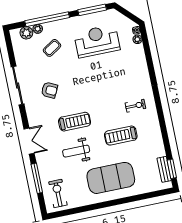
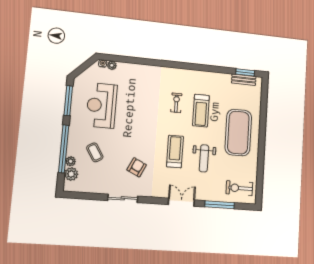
sliding door: (18, 86) -> (123, 198), width x0.73
exercise bike: (135, 106) -> (176, 103), moved

